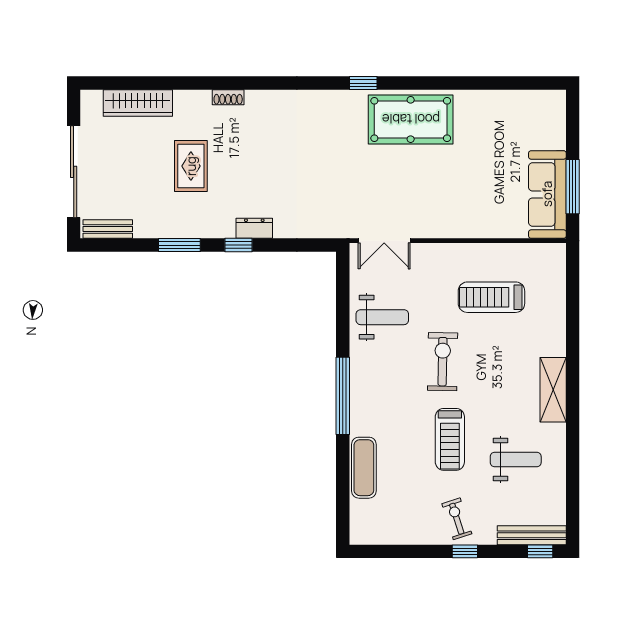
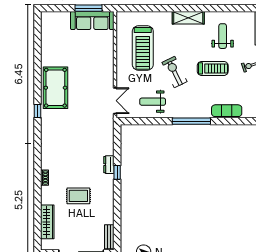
window: (179, 245) -> (117, 201), removed
treadmill: (491, 297) -> (143, 48), width x1.37, depth x1.38
weight bench: (382, 317) -> (153, 102), turned -90
exercise bike: (443, 362) -> (175, 72), turned 63

